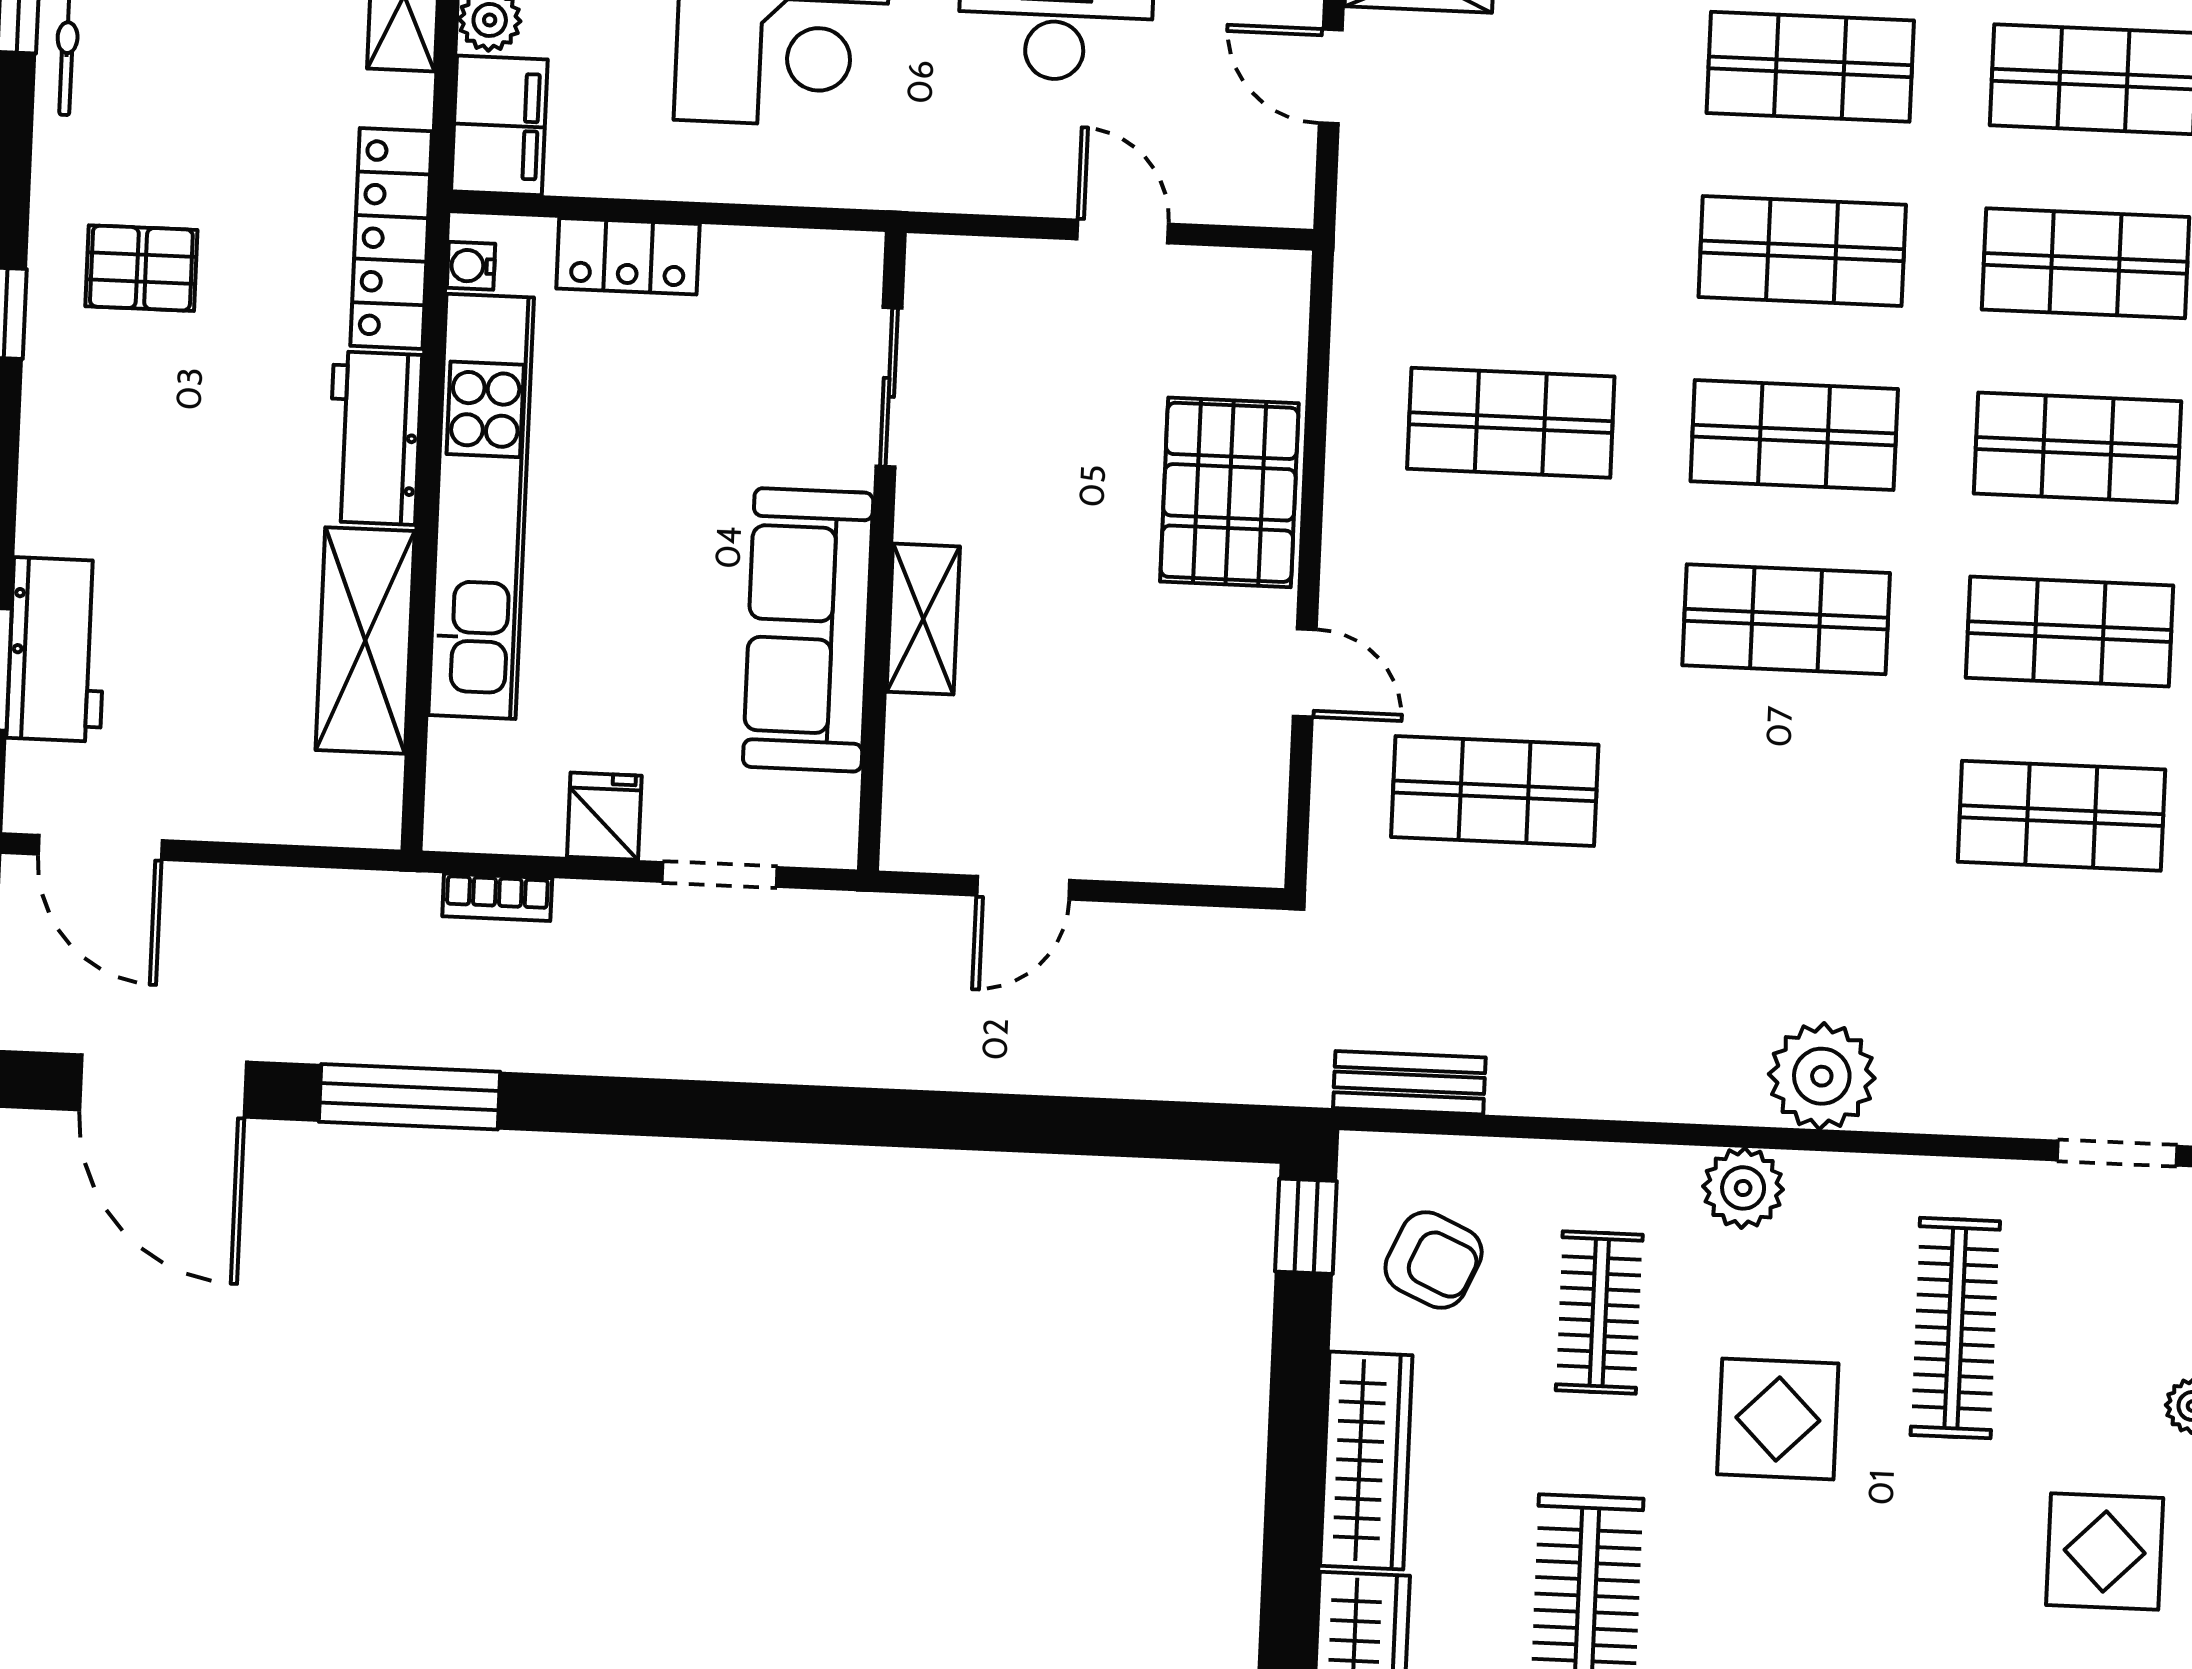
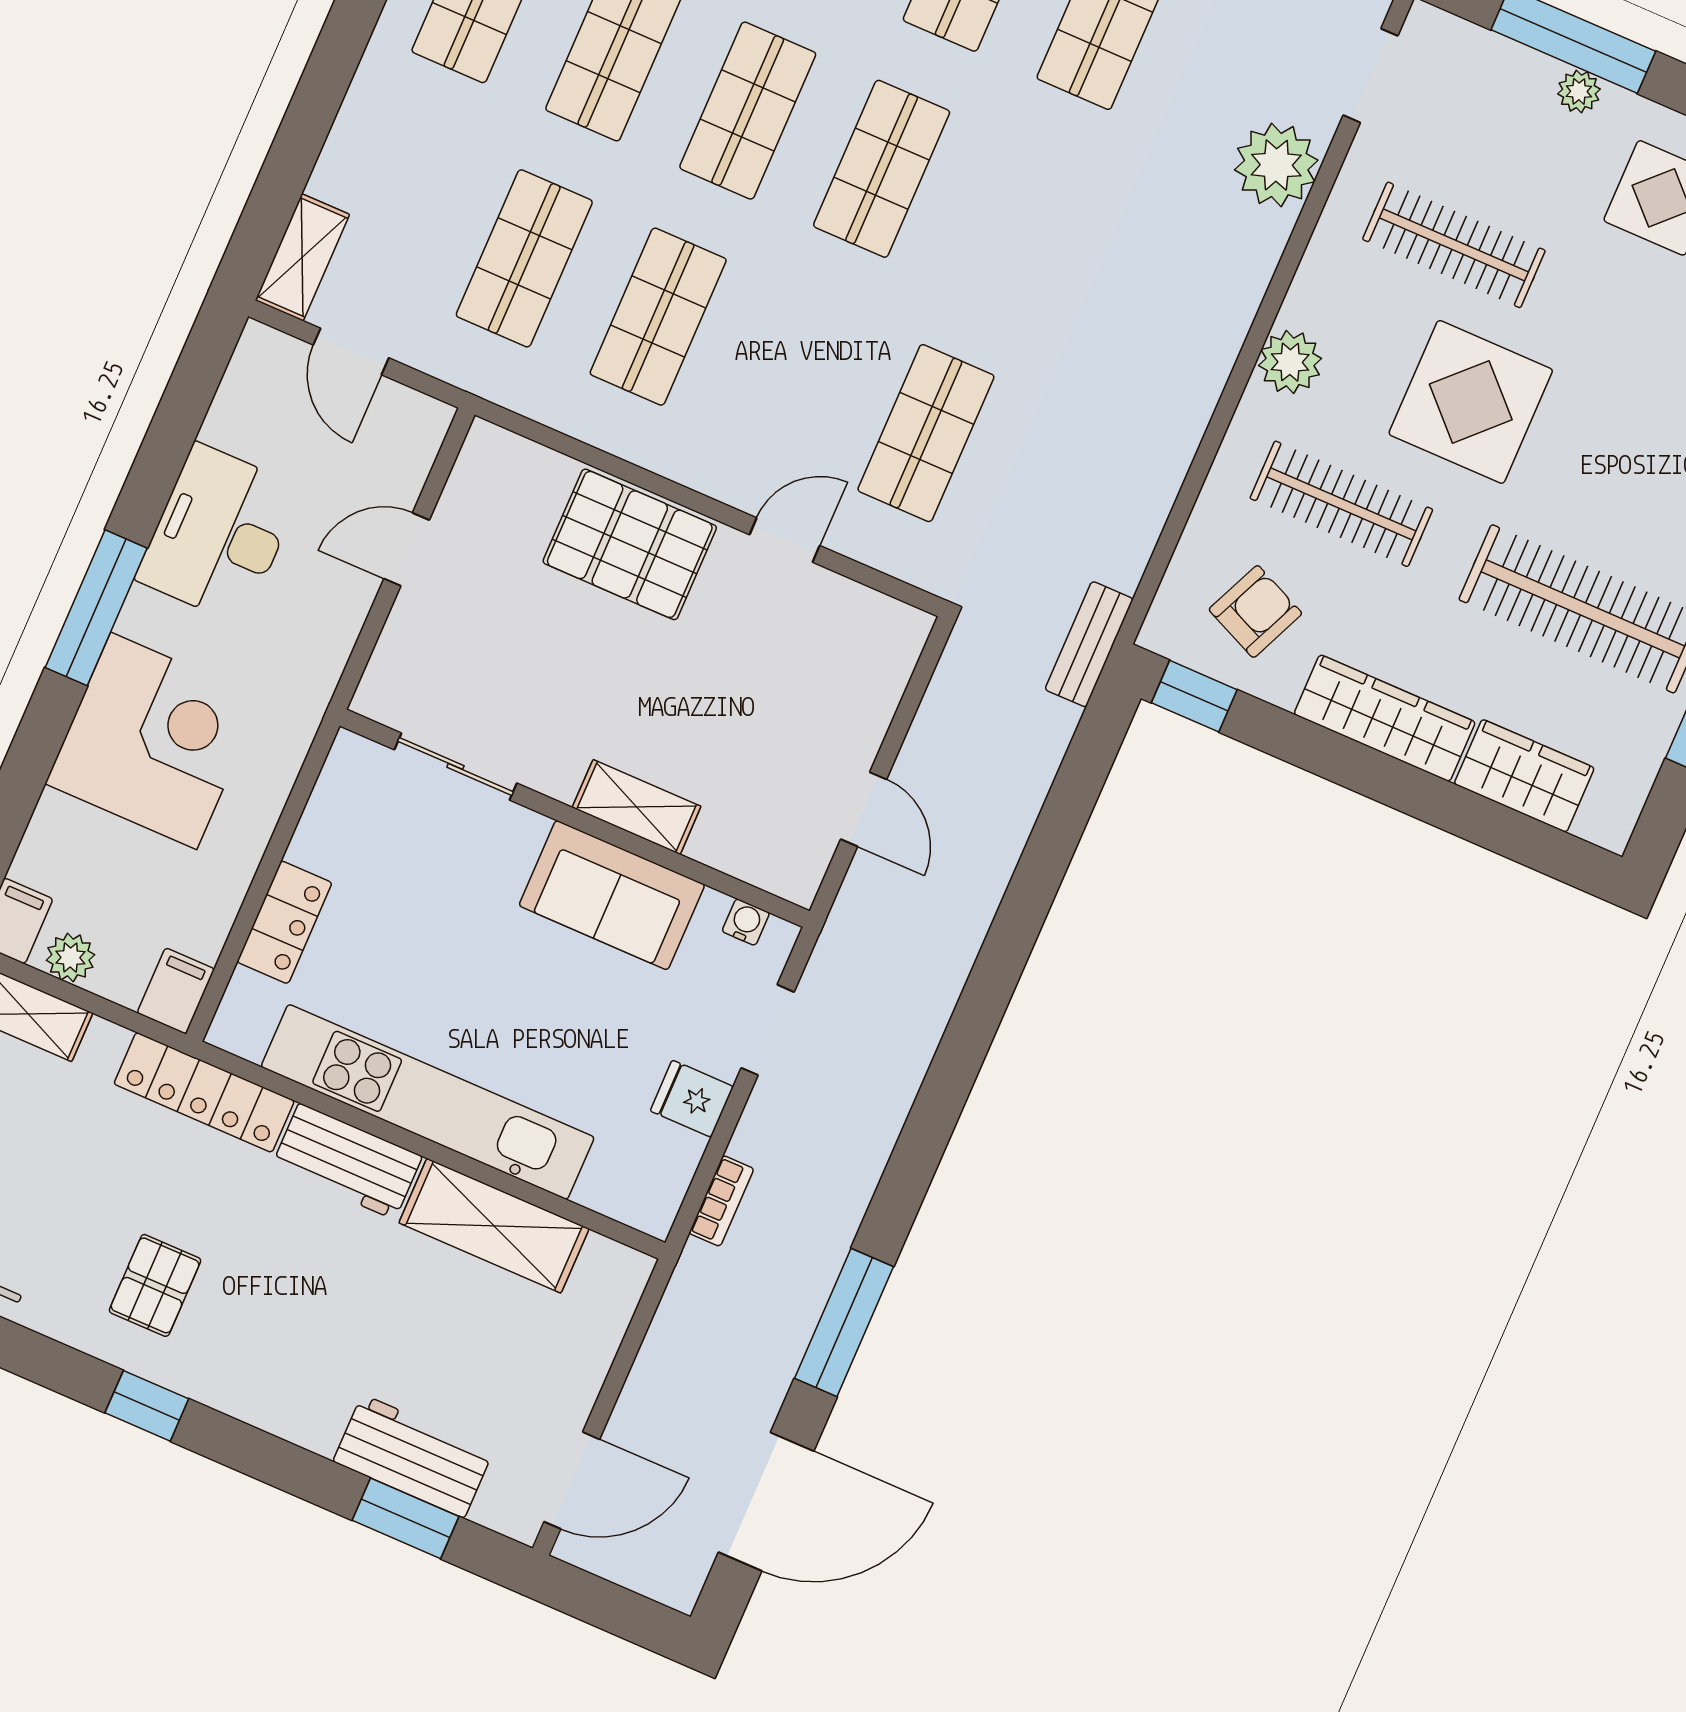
door: (1331, 76) -> (351, 351), hinge flipped
filing cabinet: (499, 125) -> (176, 991), width x0.50
shop shelf: (1519, 239) -> (524, 258), added
water cooler: (471, 266) -> (746, 922), moved, turned 180
sofa: (808, 630) -> (612, 895), width x0.73
plant: (1822, 1076) -> (1276, 165), moved
bench: (1409, 1083) -> (1089, 644), moved
clothes rail: (1599, 1313) -> (1341, 504), width x1.36
display table: (1778, 1419) -> (1471, 402), width x1.36, depth x1.36

